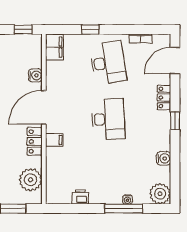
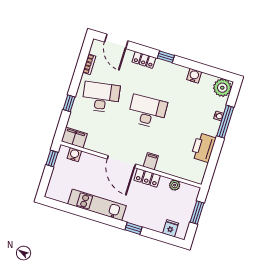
water cooler: (35, 75) -> (74, 155), moved
plant: (31, 180) -> (175, 185), width x0.53, depth x0.53
printer: (80, 197) -> (203, 148), width x1.87, depth x1.48

